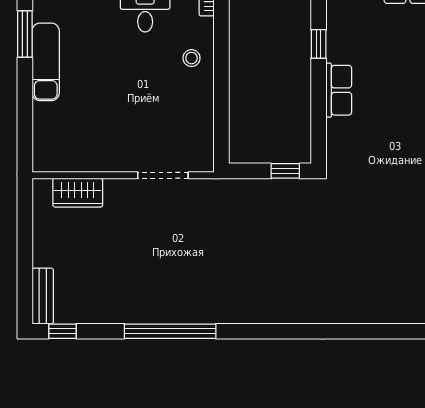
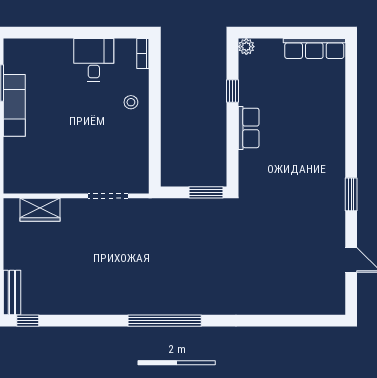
window: (285, 171) -> (206, 192), width x1.50
window: (170, 331) -> (165, 321), moved

